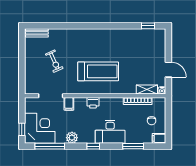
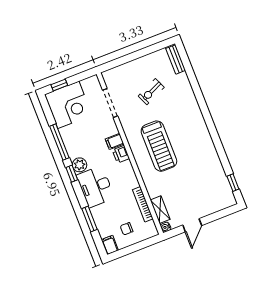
filing cabinet: (69, 104) -> (115, 141), moved
plant: (72, 138) -> (80, 165), moved
window: (50, 146) -> (59, 142), moved

